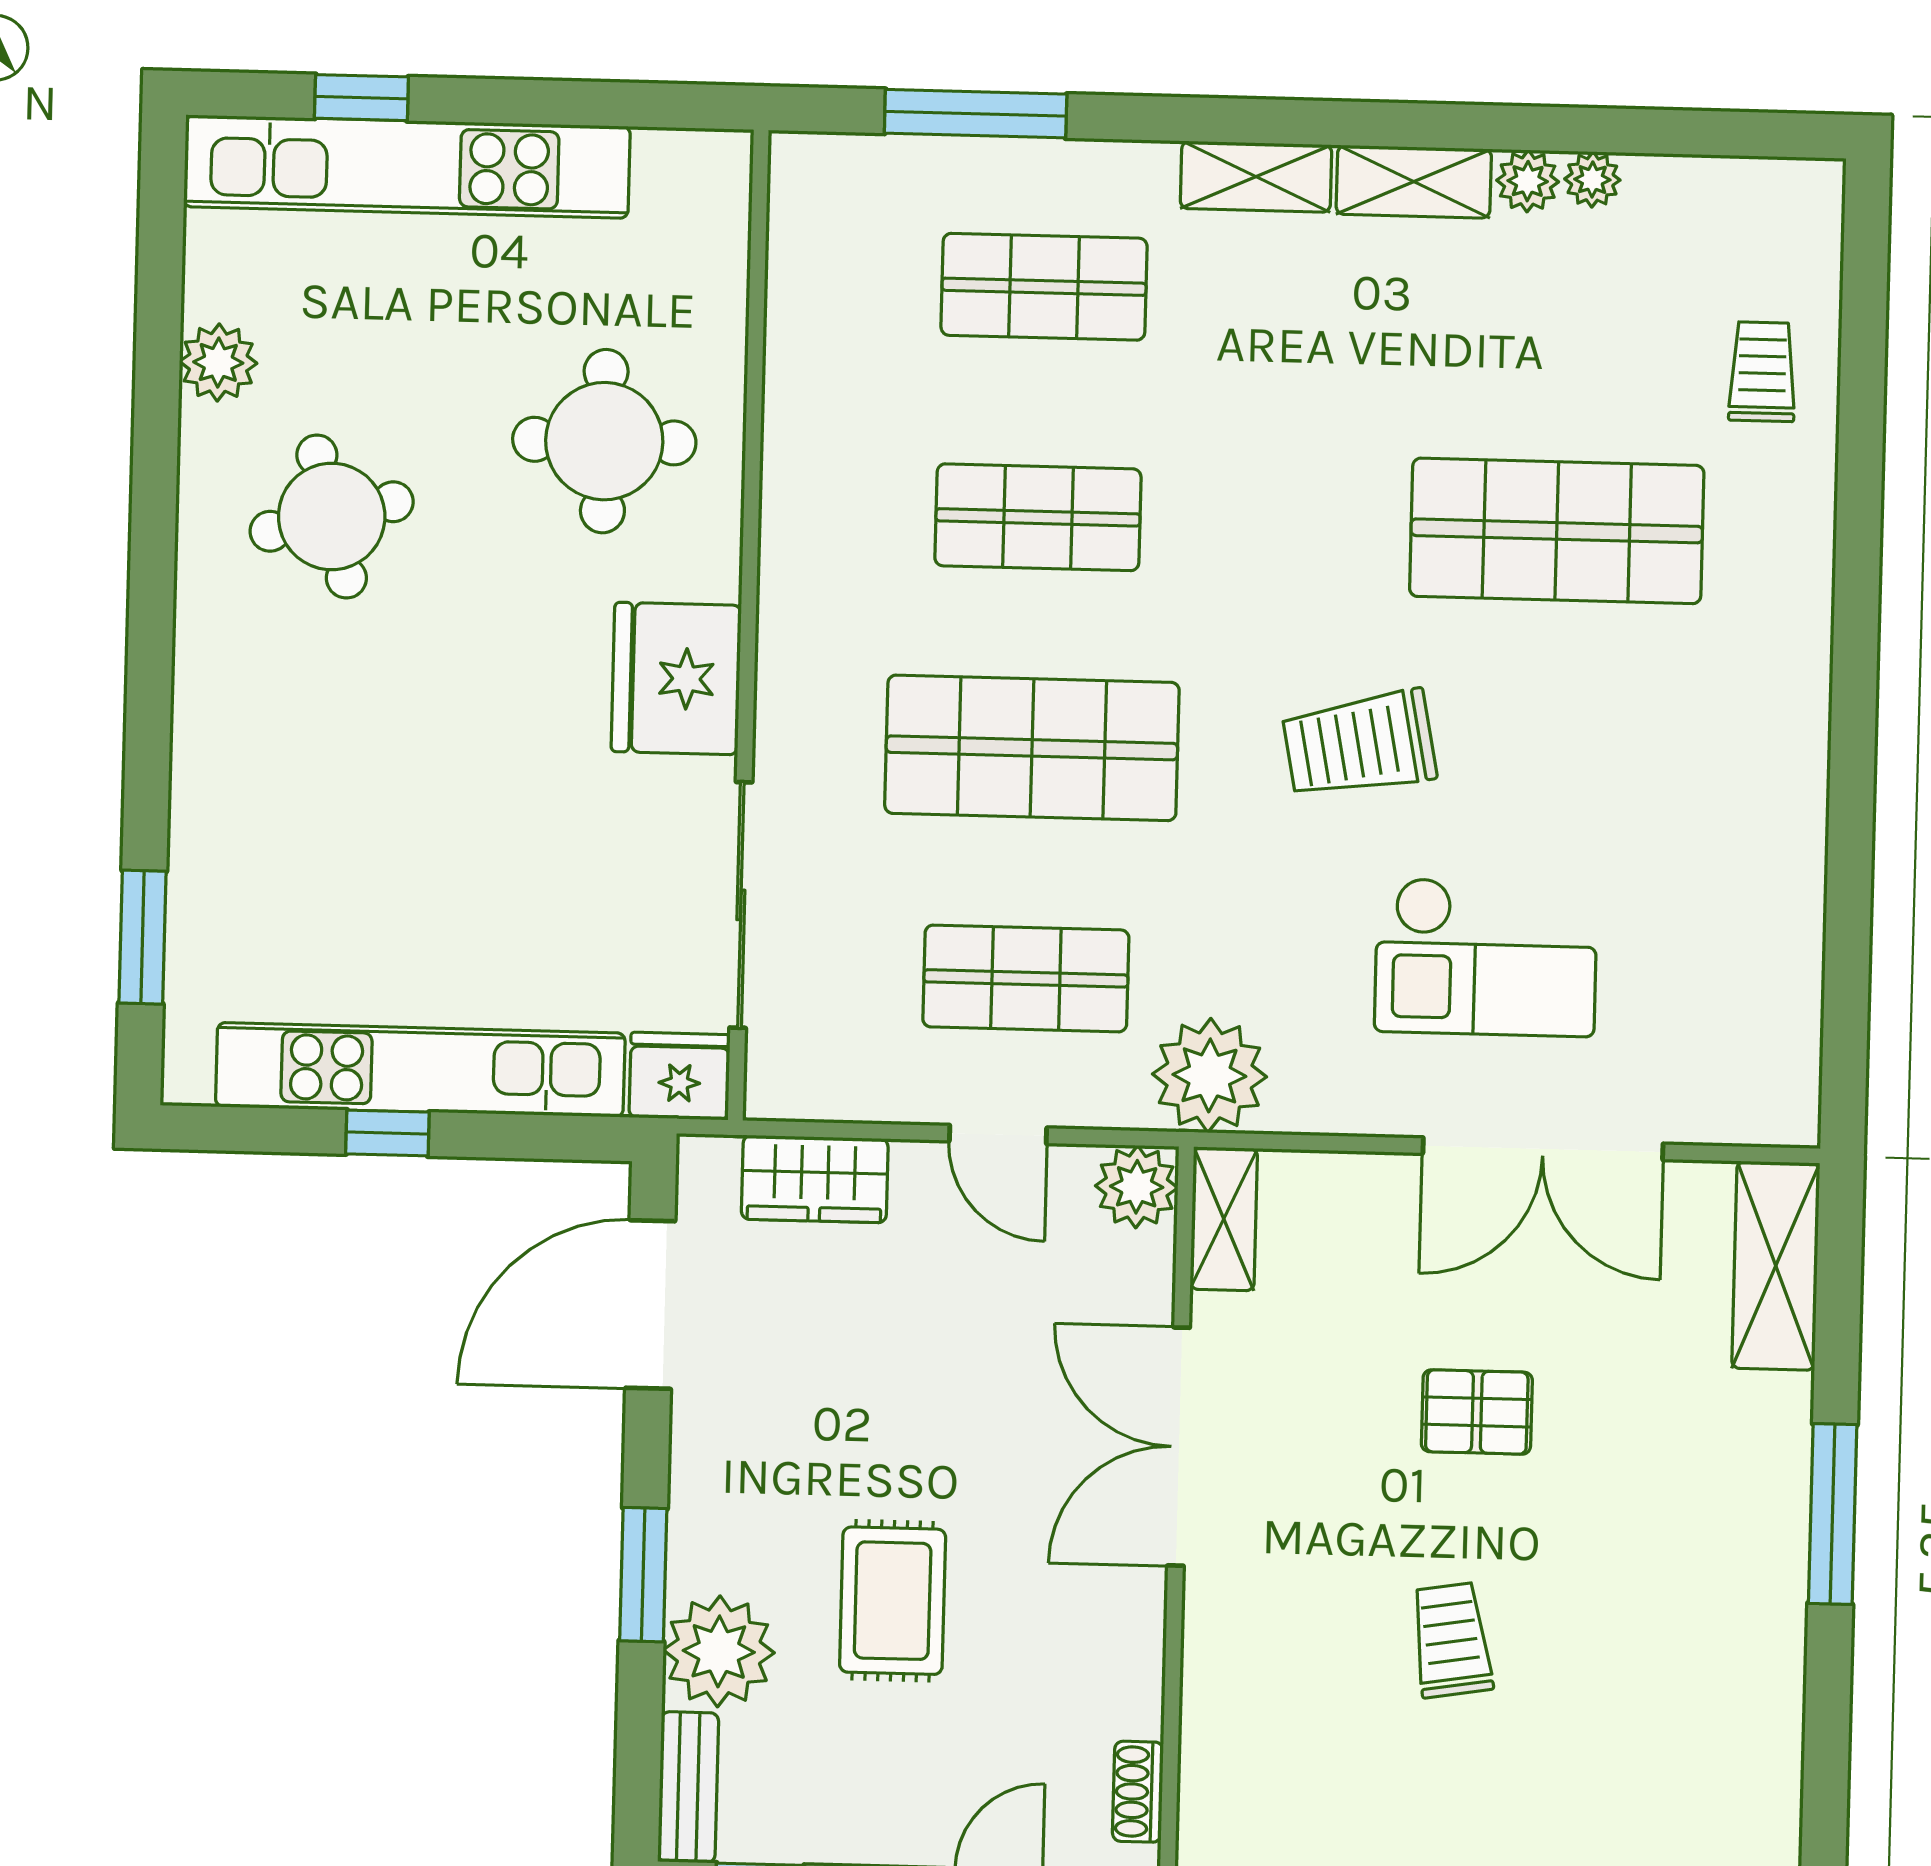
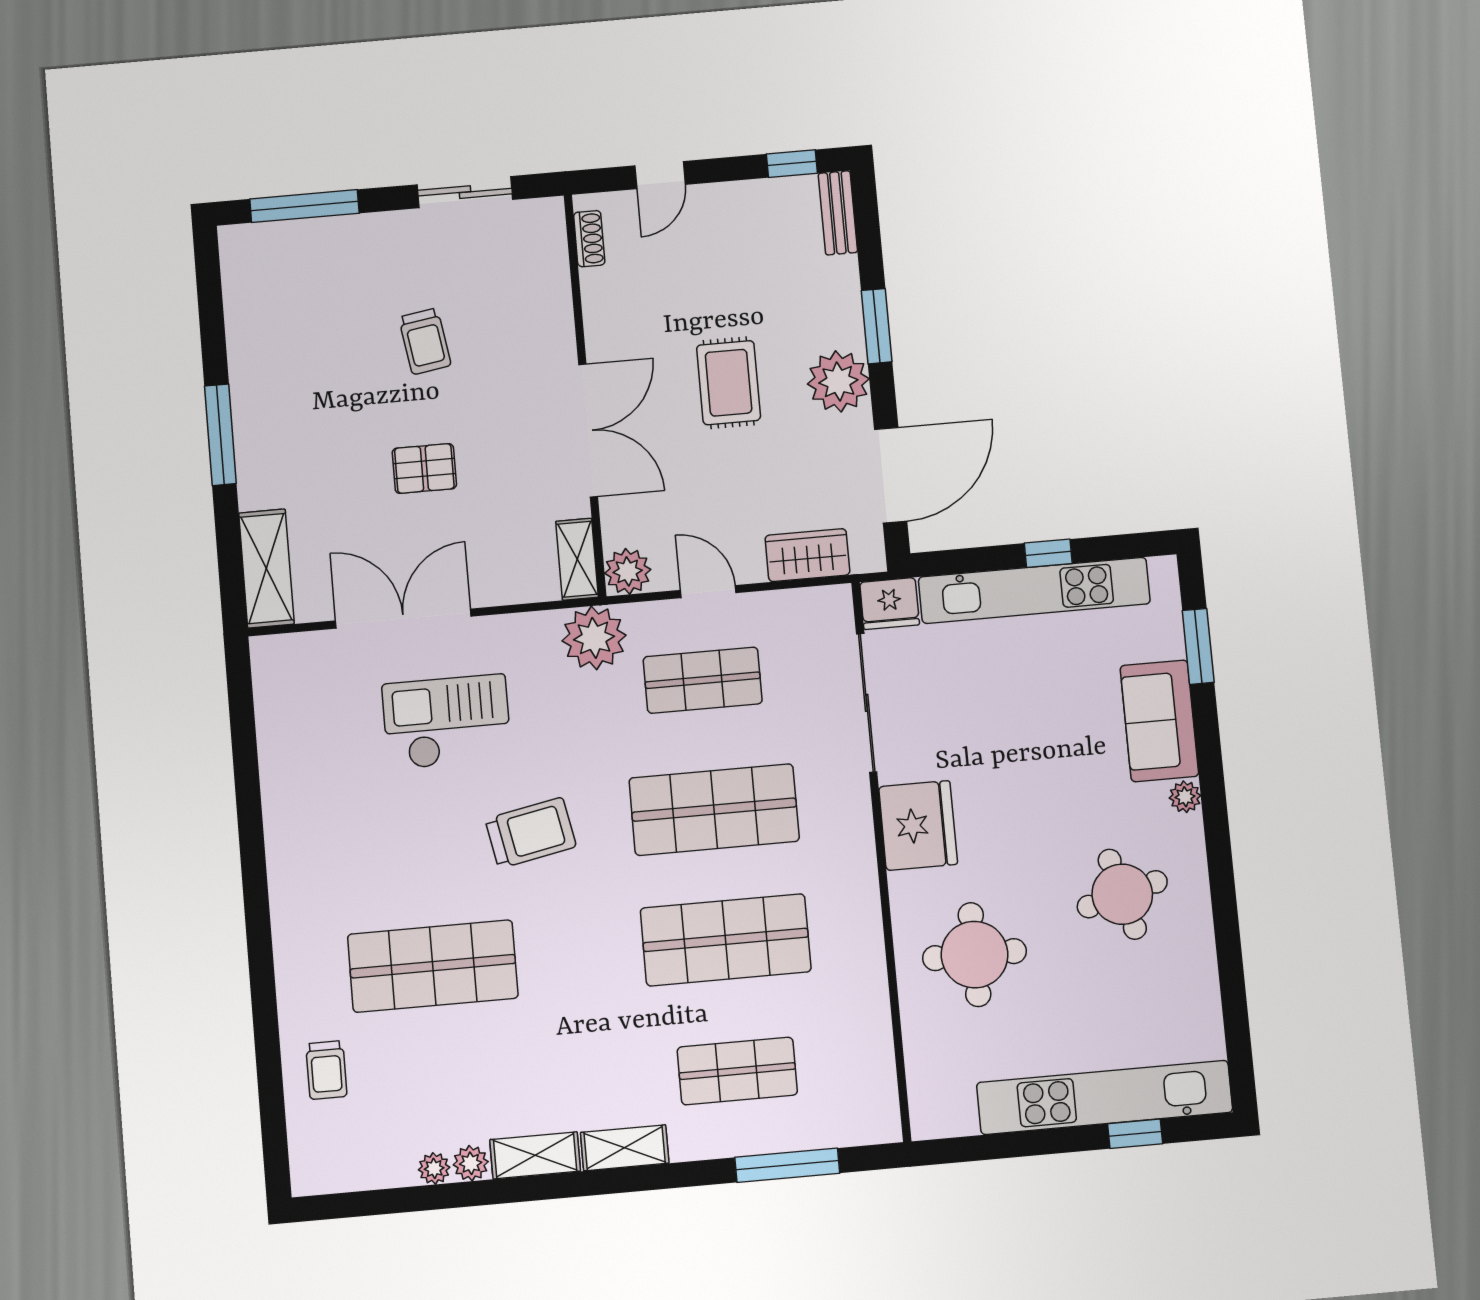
plant: (218, 362) -> (1185, 797), moved, width x0.73, depth x0.73
shop shelf: (1038, 517) -> (726, 940), width x1.43, depth x1.36
sofa: (228, 813) -> (1159, 721), added
rug: (893, 1601) -> (729, 383), moved
plant: (719, 1651) -> (838, 381), moved

